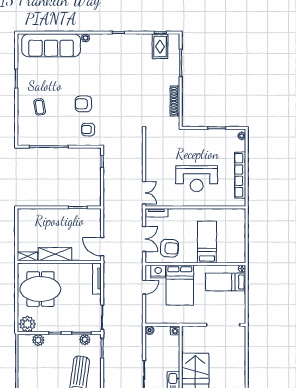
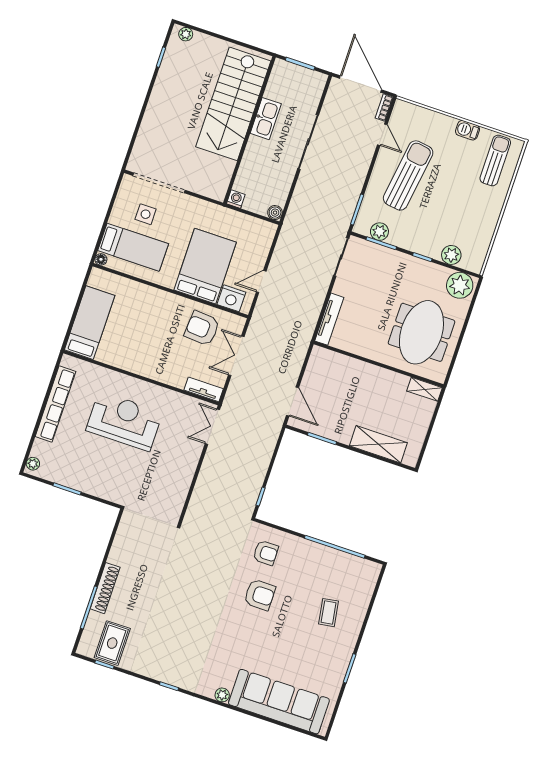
shoe rack: (175, 101) -> (105, 588), moved
bed: (207, 242) -> (90, 323), moved, turned 180
door: (102, 247) -> (293, 402), moved
shelving: (55, 254) -> (378, 444), moved
meeting table: (40, 289) -> (421, 332), turned 90
side table: (225, 304) -> (146, 214), added

